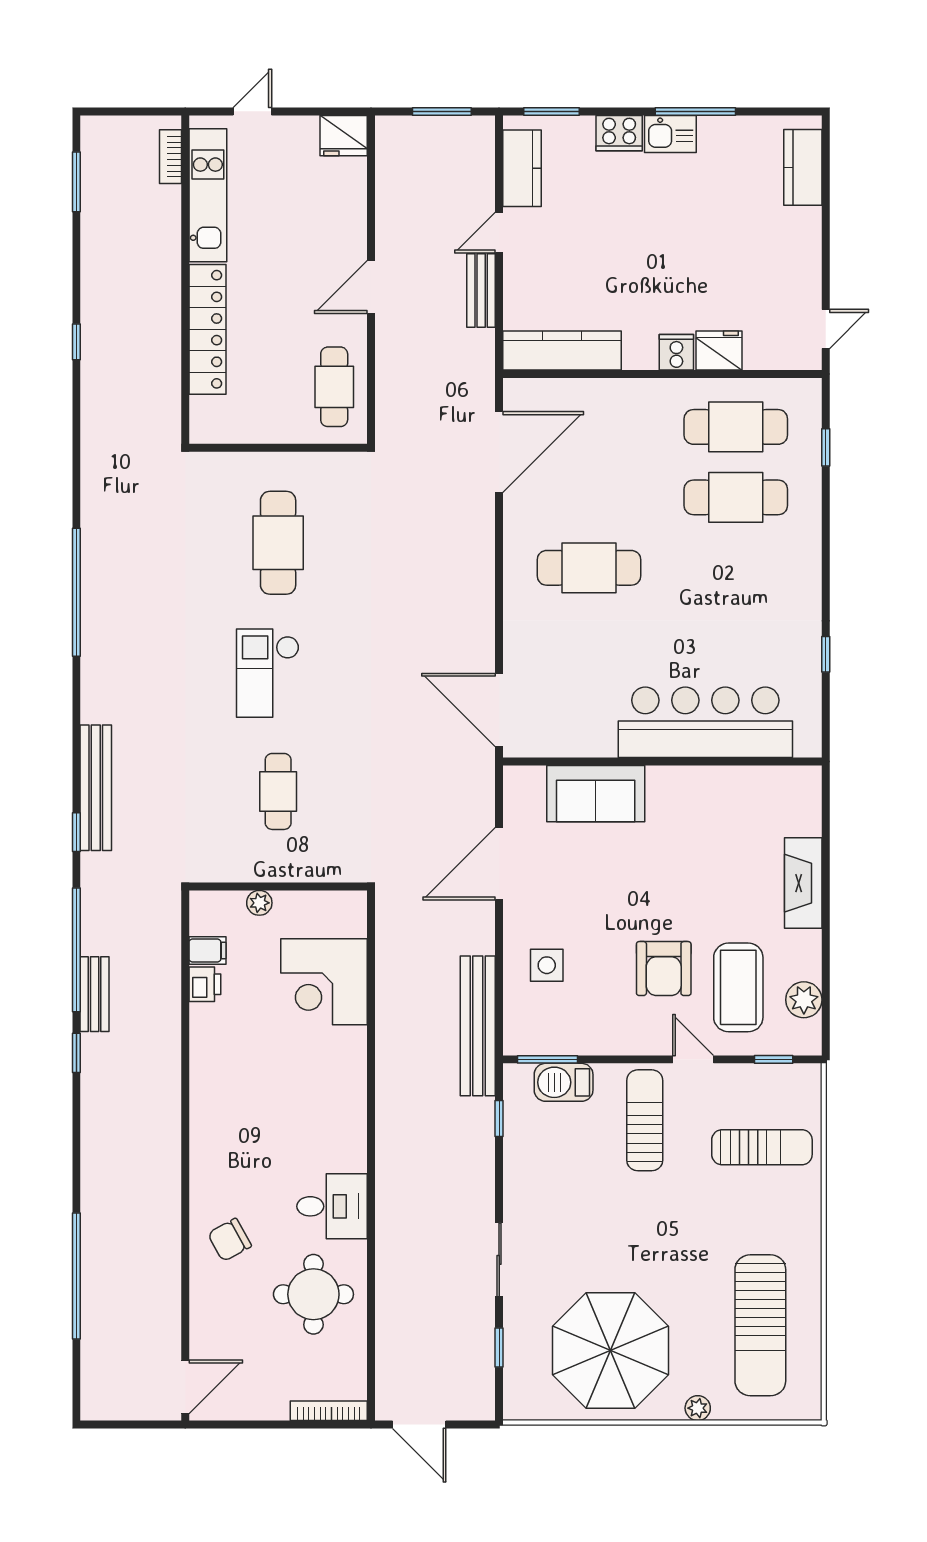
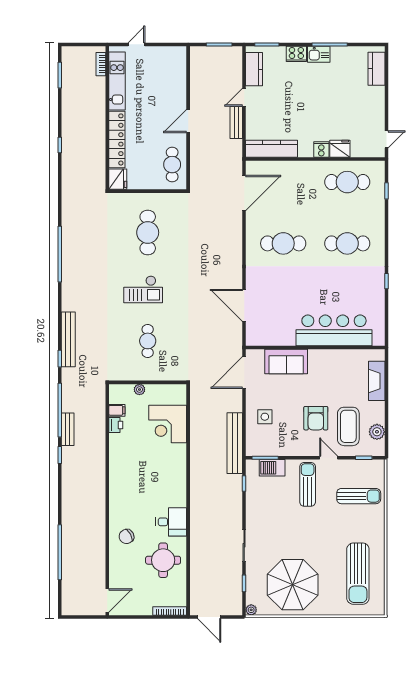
fridge: (344, 136) -> (118, 179), moved, turned -90
cafe table: (736, 497) -> (347, 243), moved
checkout: (268, 673) -> (143, 289), turned -90
bar counter: (705, 722) -> (334, 330), moved
wall: (662, 762) -> (315, 347), moved
sofa: (596, 794) -> (286, 361), moved
plant: (698, 1408) -> (251, 610), moved

